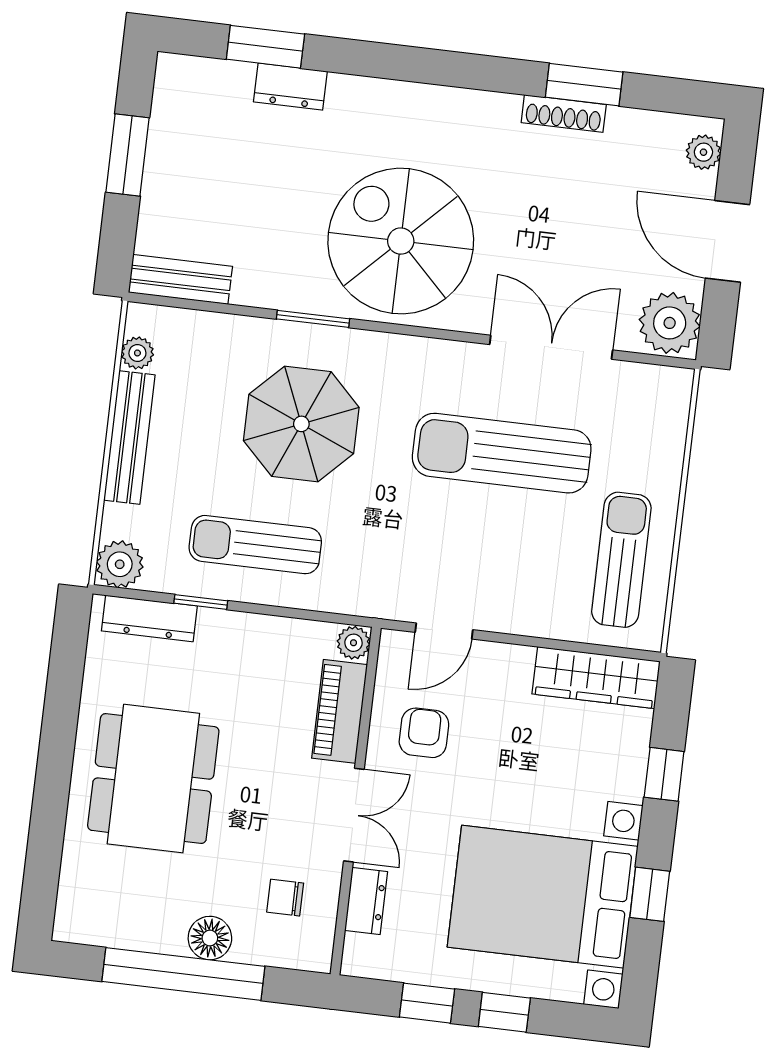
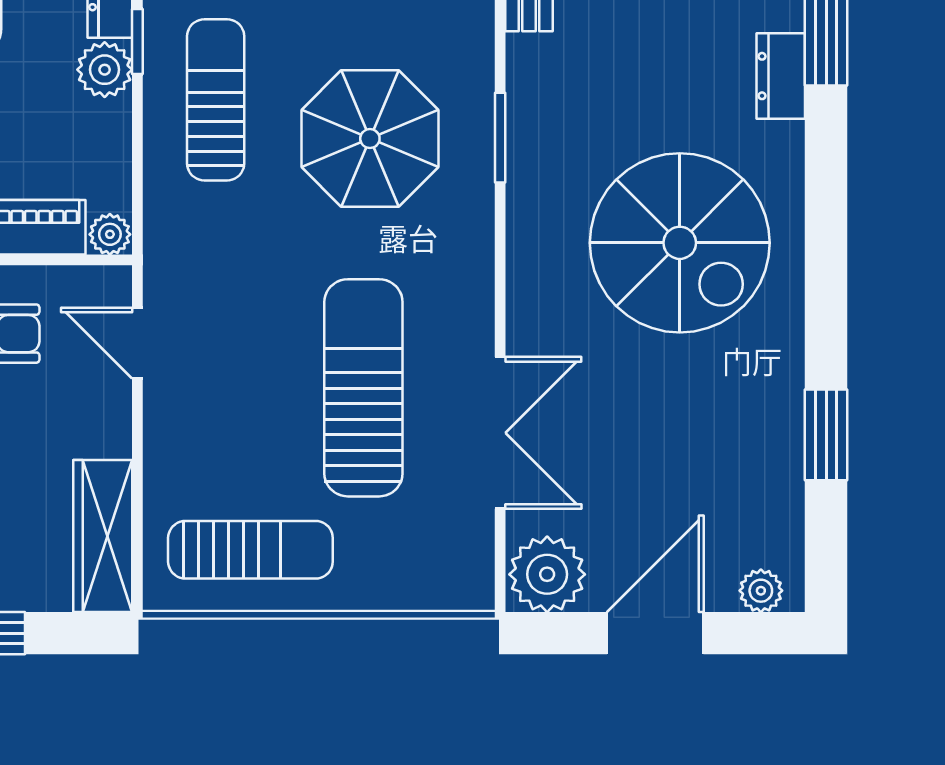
shoe rack: (564, 114) -> (788, 414), removed
spiral stairs: (401, 241) -> (680, 243), moved, turned 90
plant: (220, 631) -> (105, 70), added

